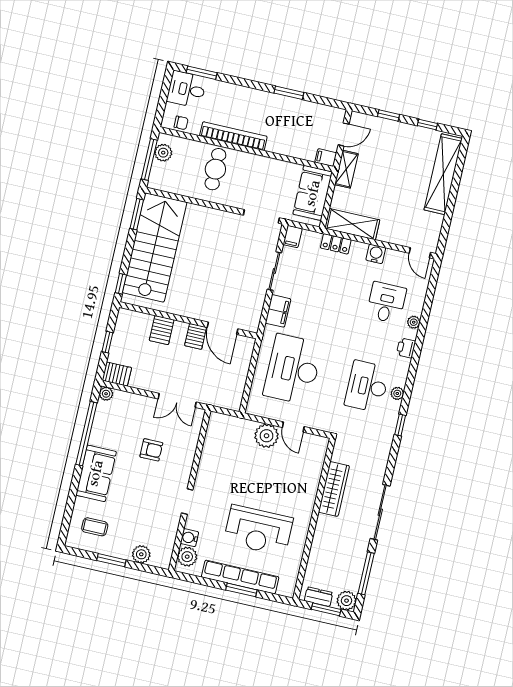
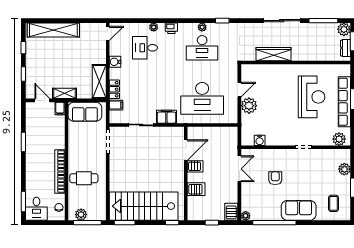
filing cabinet: (293, 237) -> (116, 105), moved
water cooler: (189, 538) -> (260, 140), moved

